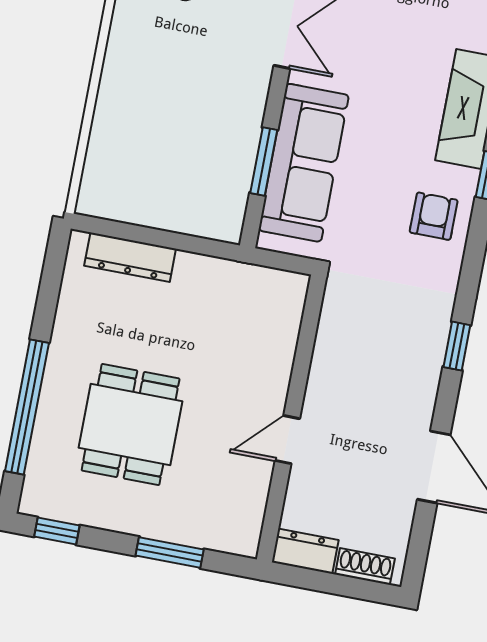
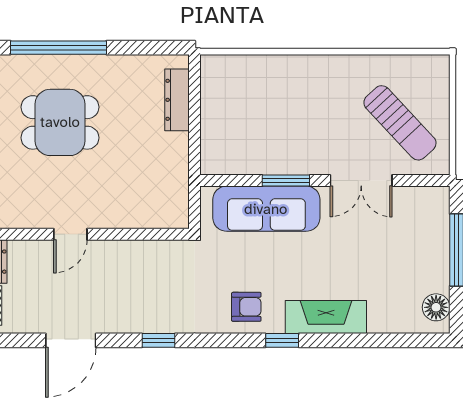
window: (264, 162) -> (286, 181), moved
door: (287, 440) -> (70, 234), swing flipped

